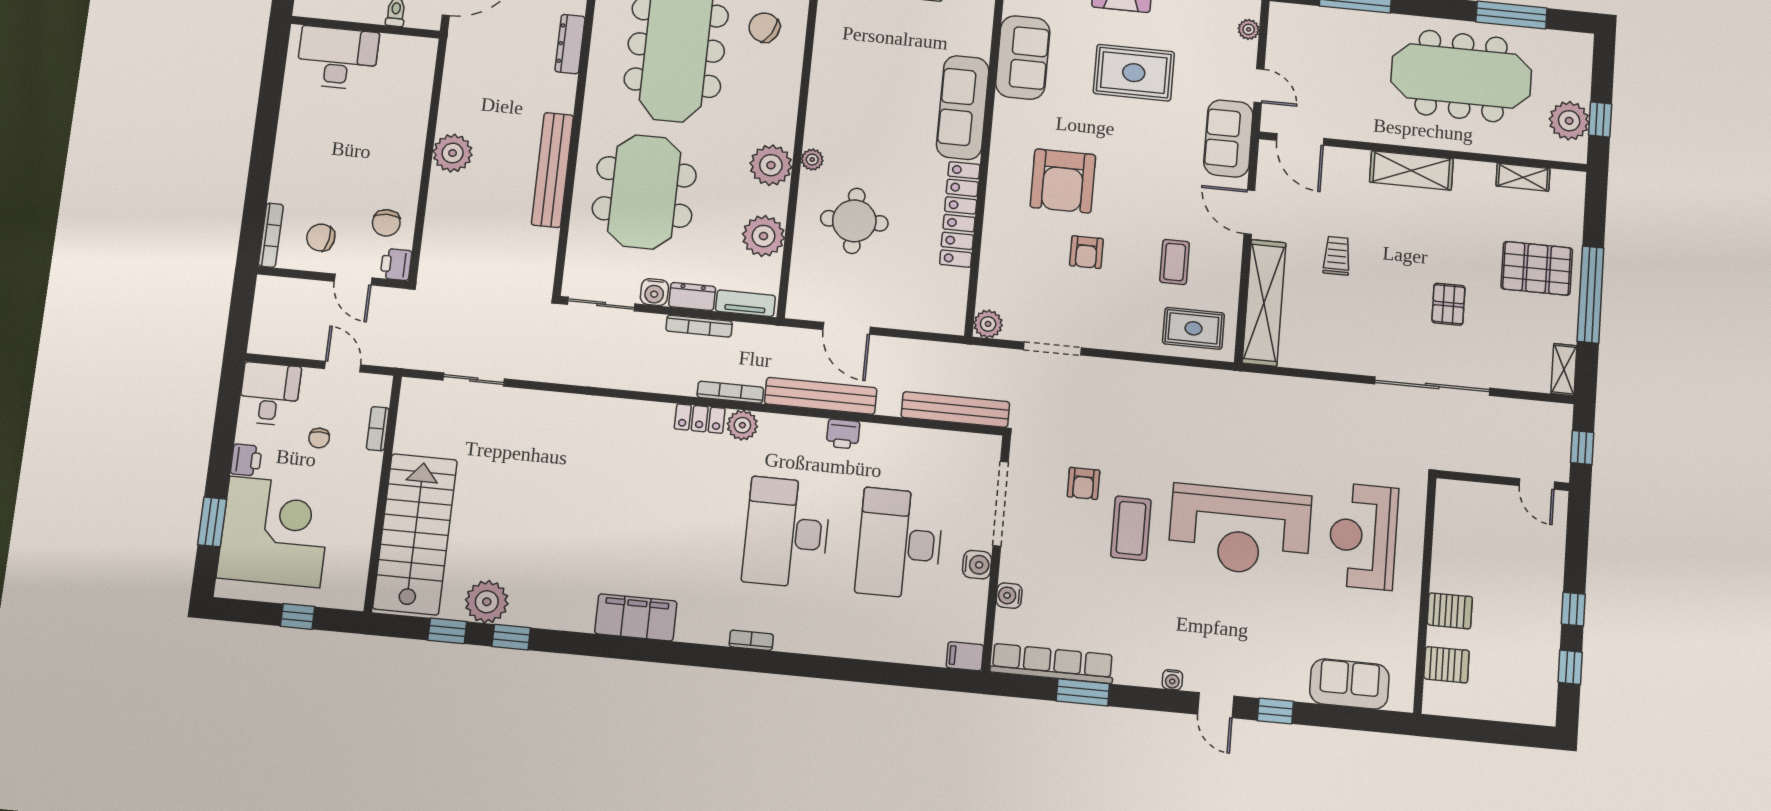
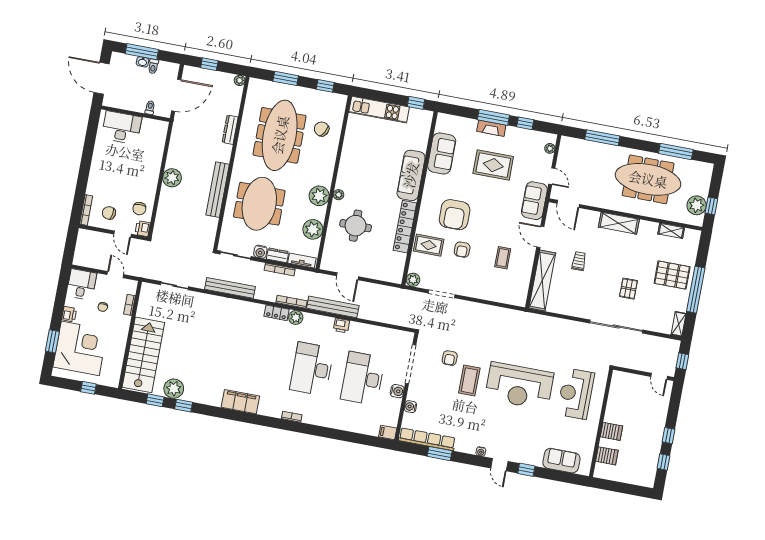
rug: (1194, 328) -> (429, 245), moved
bench: (955, 409) -> (230, 288), moved

